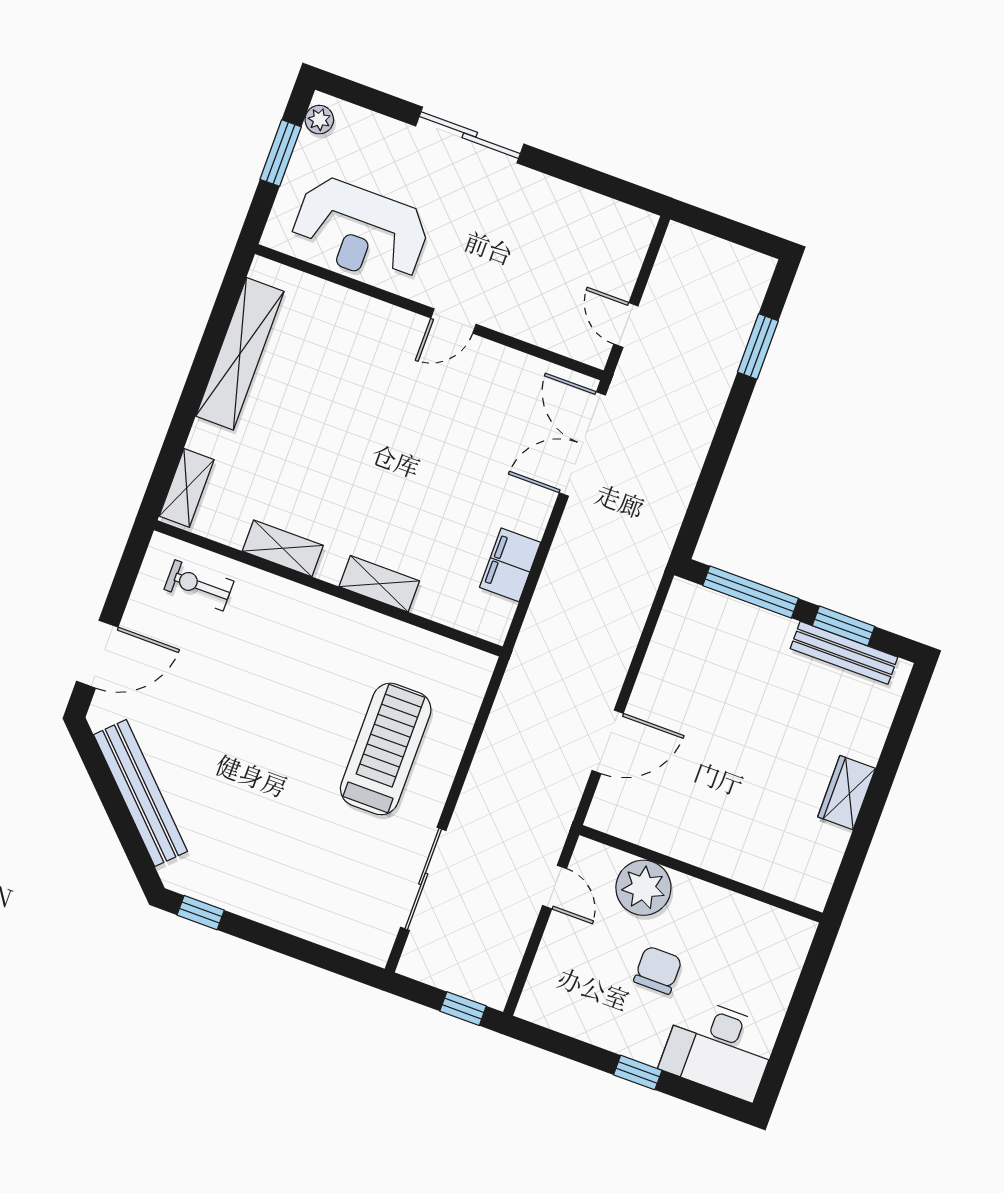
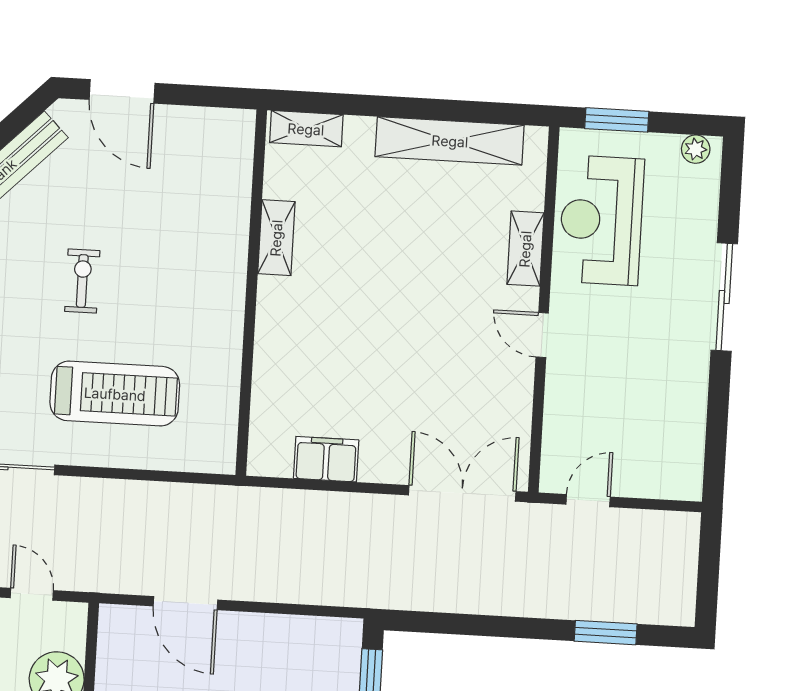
window: (281, 153) -> (617, 120), moved
shelving: (379, 584) -> (525, 249), moved
exercise bike: (199, 585) -> (82, 281), moved
door: (554, 887) -> (32, 594), swing flipped

